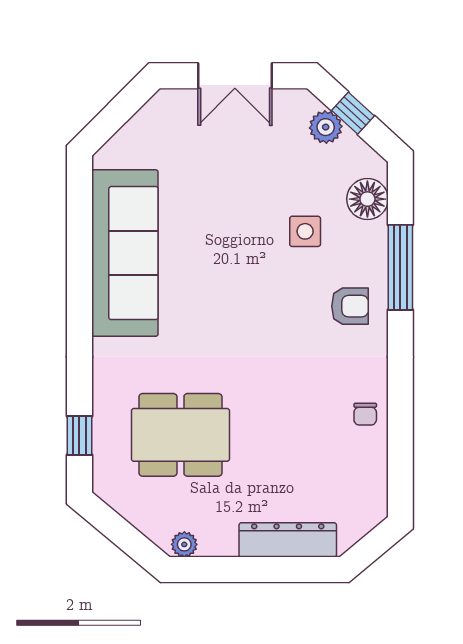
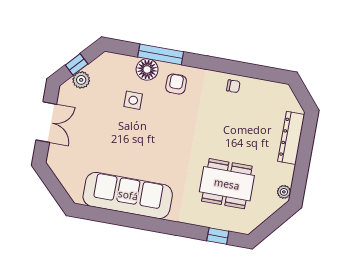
floor lamp: (367, 199) -> (147, 69), moved
dining table: (180, 435) -> (227, 184), turned 90

